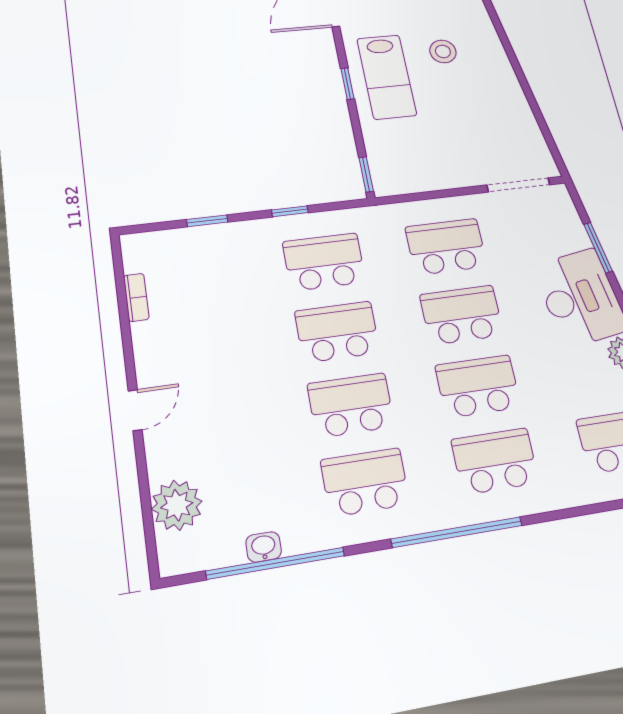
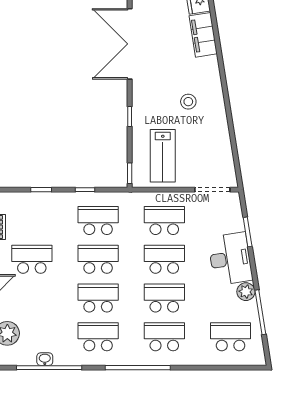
lab bench: (387, 77) -> (163, 156), moved
school desk: (207, 350) -> (32, 259), added

